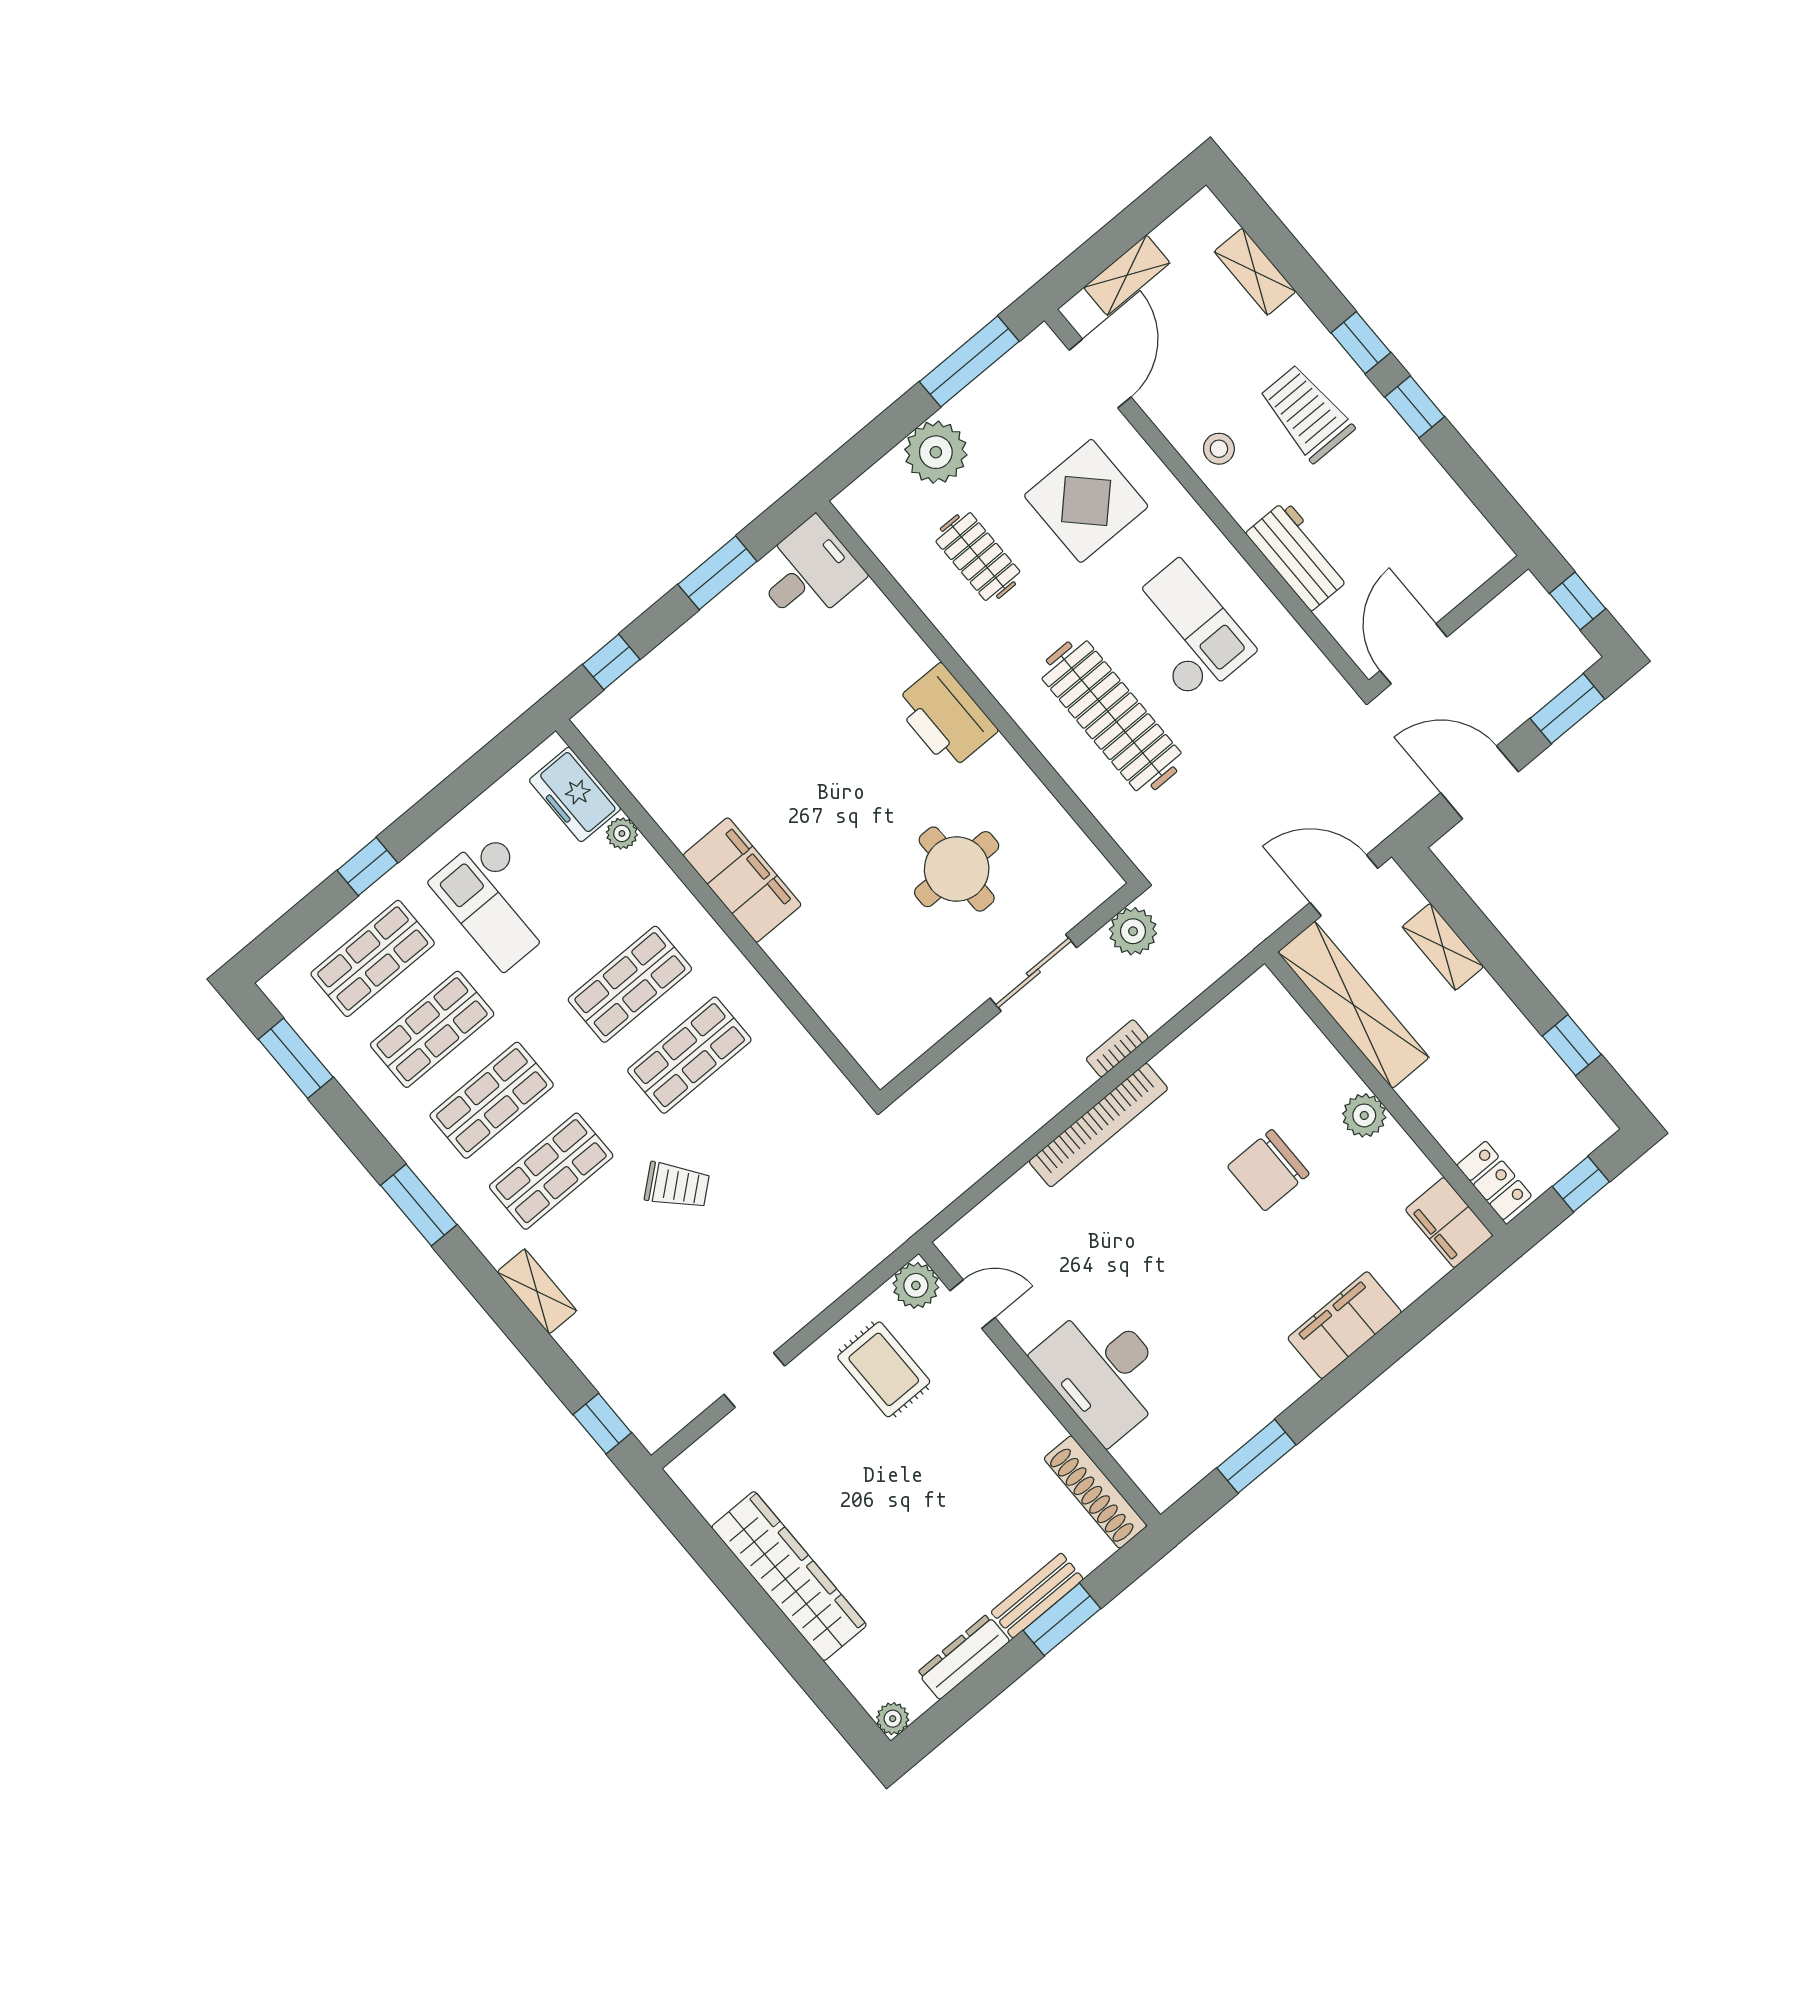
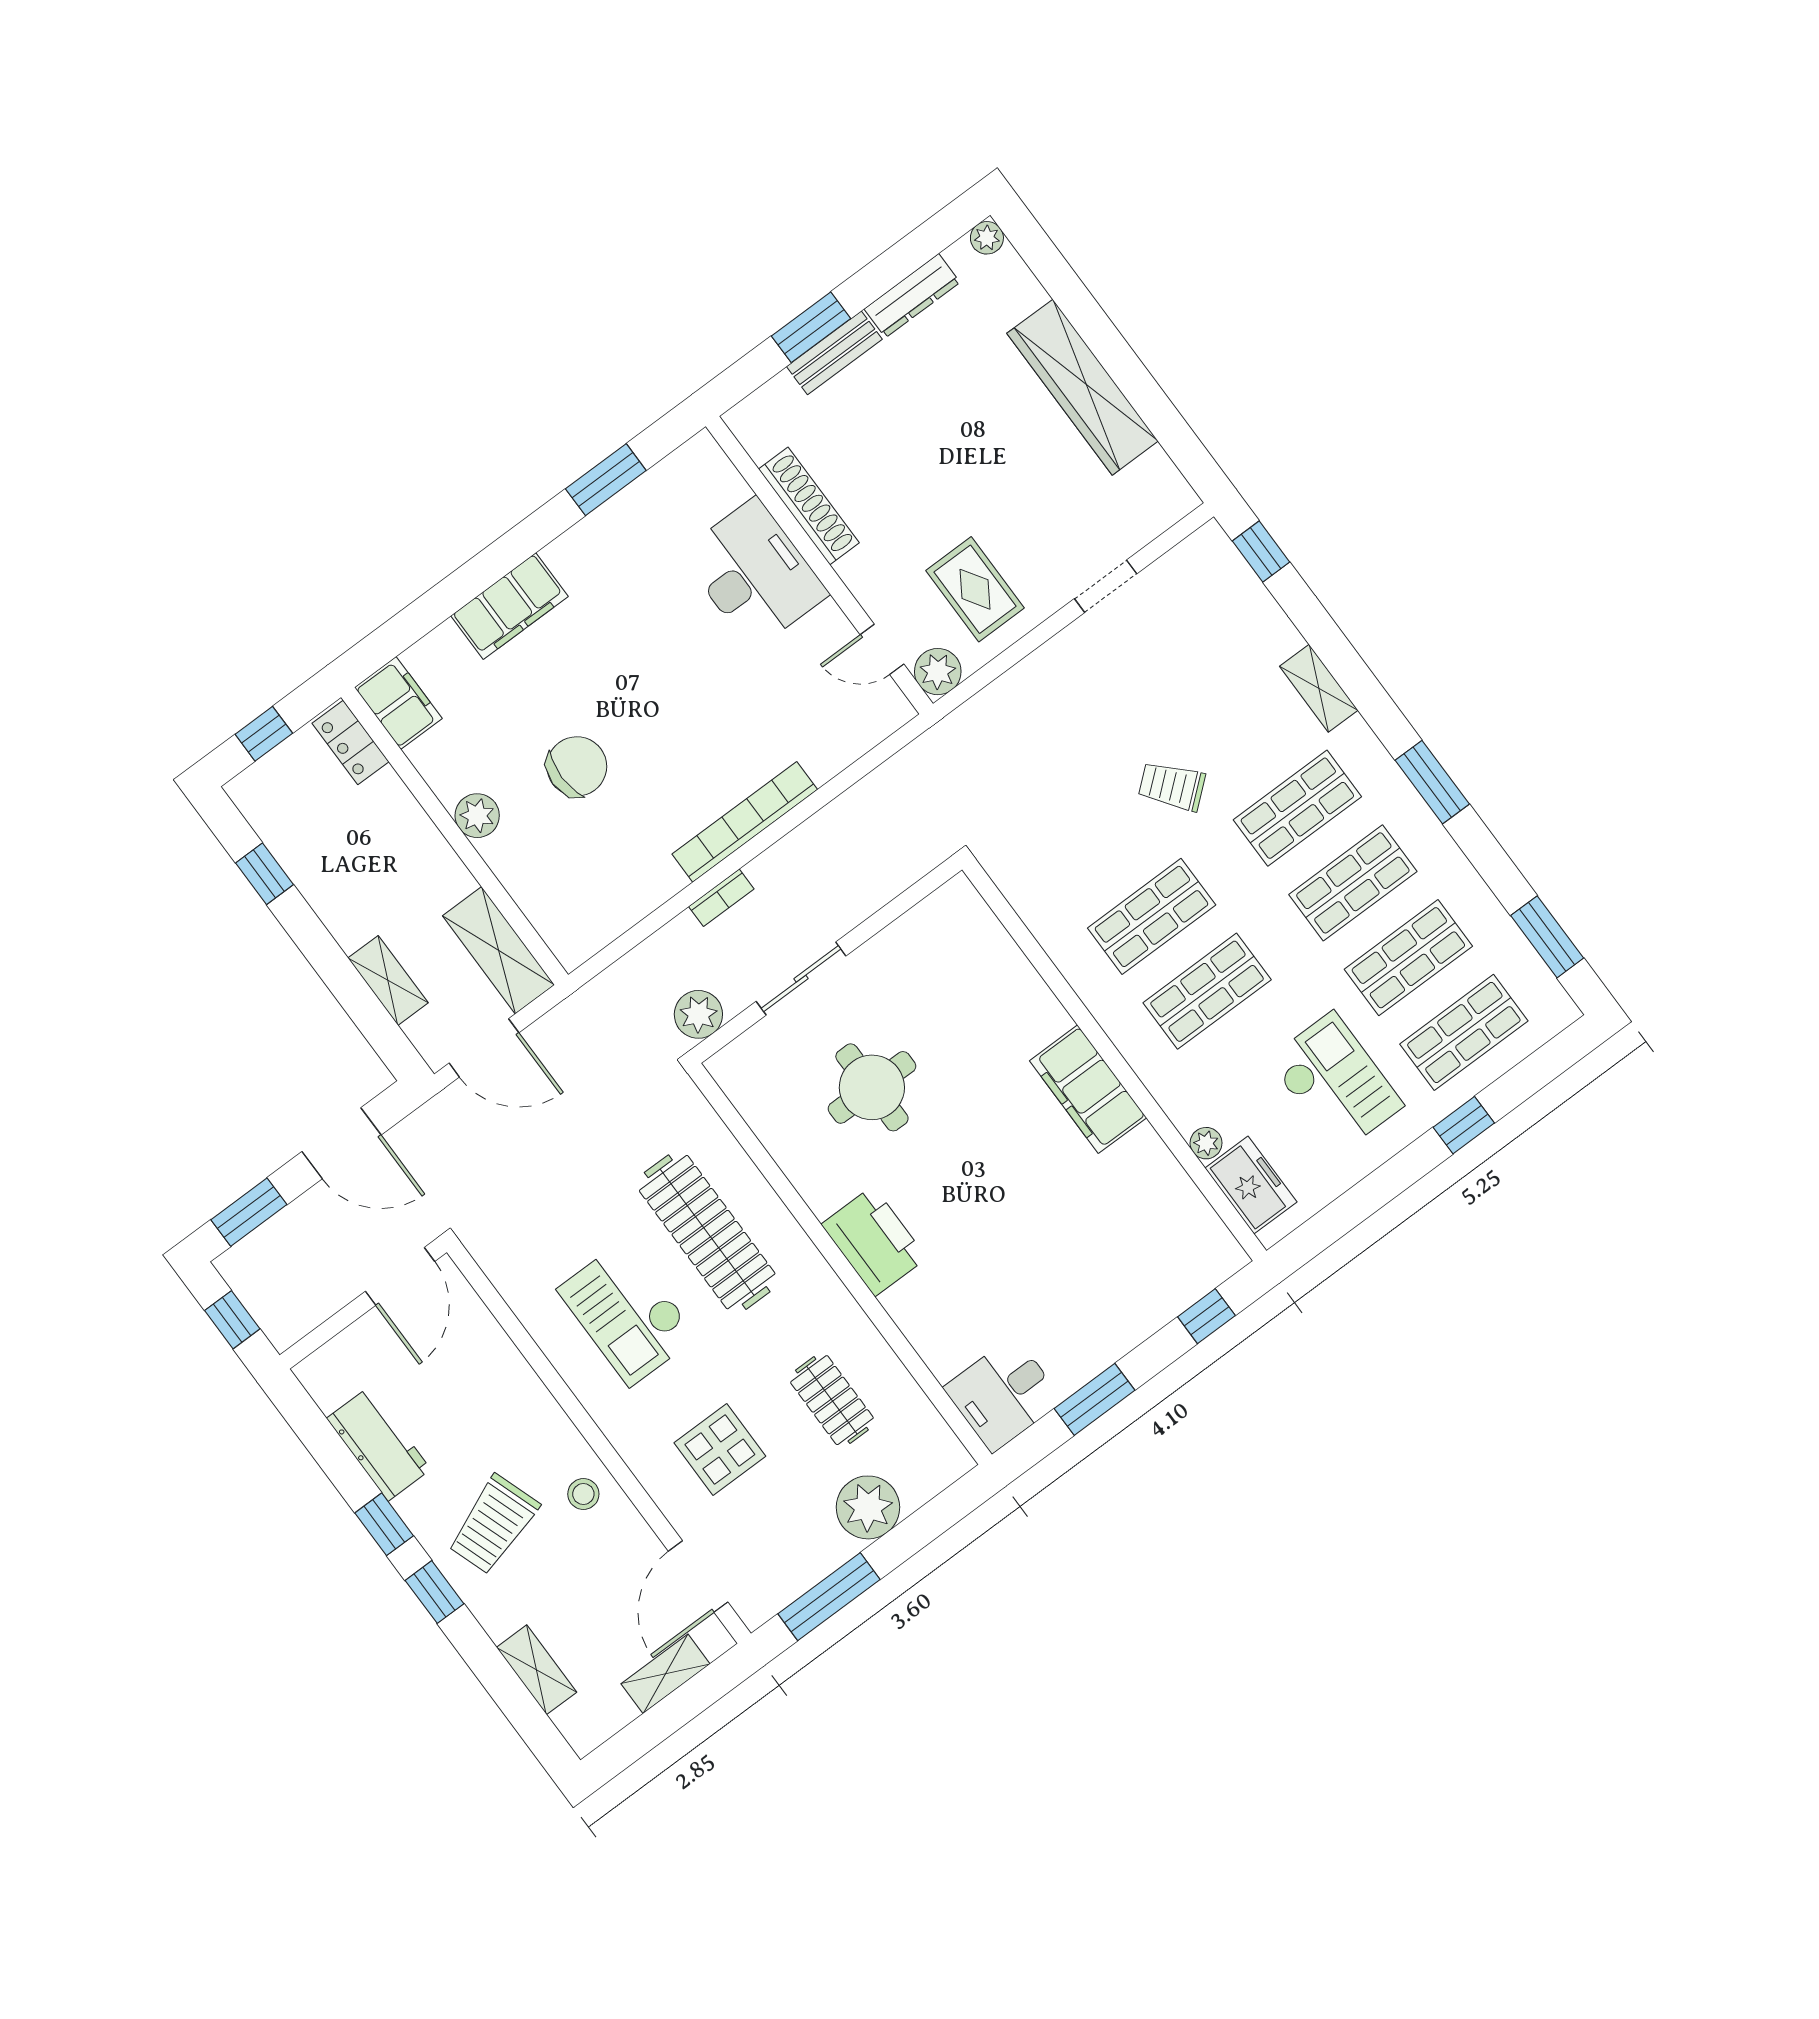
trolley: (1306, 413) -> (493, 1525), turned 71
display table: (1086, 501) -> (720, 1449), width x0.73, depth x0.73
workbench: (1298, 555) -> (379, 1444), moved, turned 180
shelving: (1353, 1005) -> (499, 950), width x0.68
shoe rack: (1095, 1492) -> (809, 506), moved

